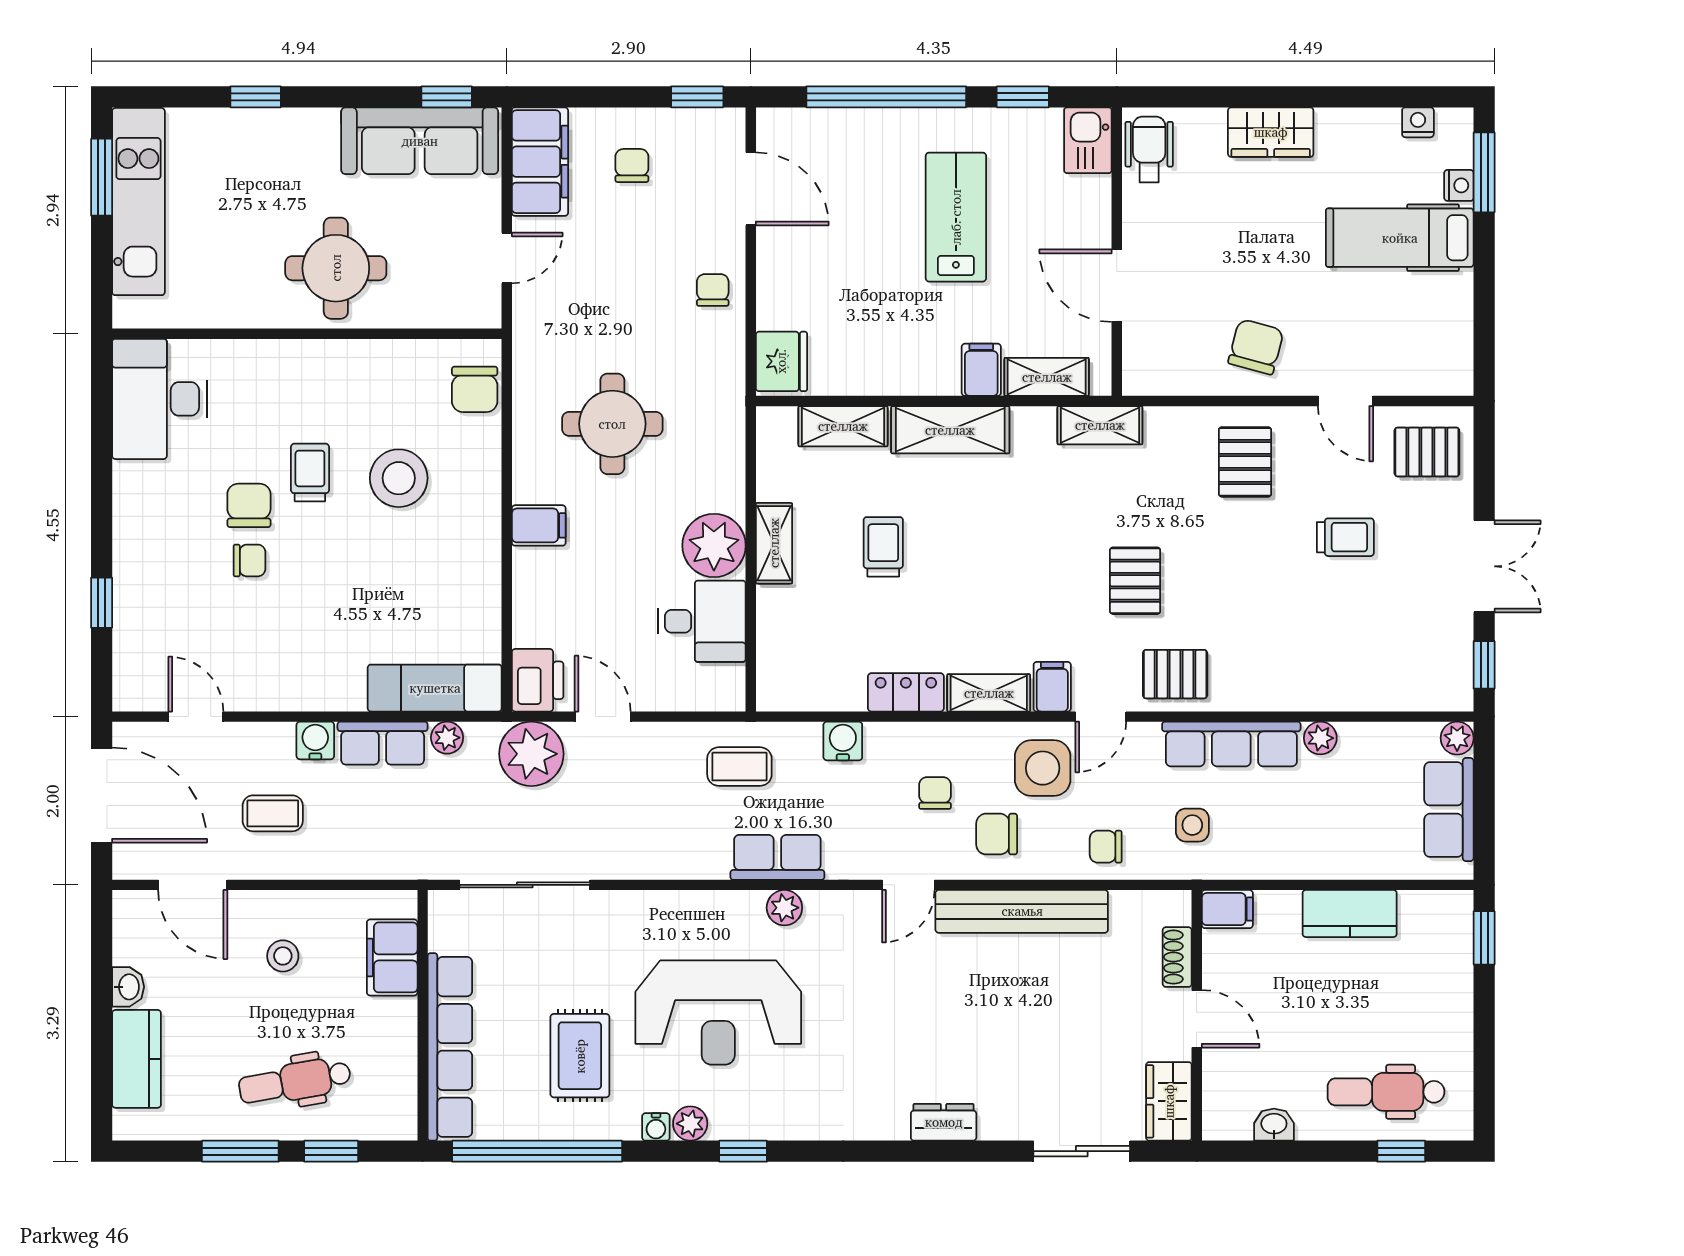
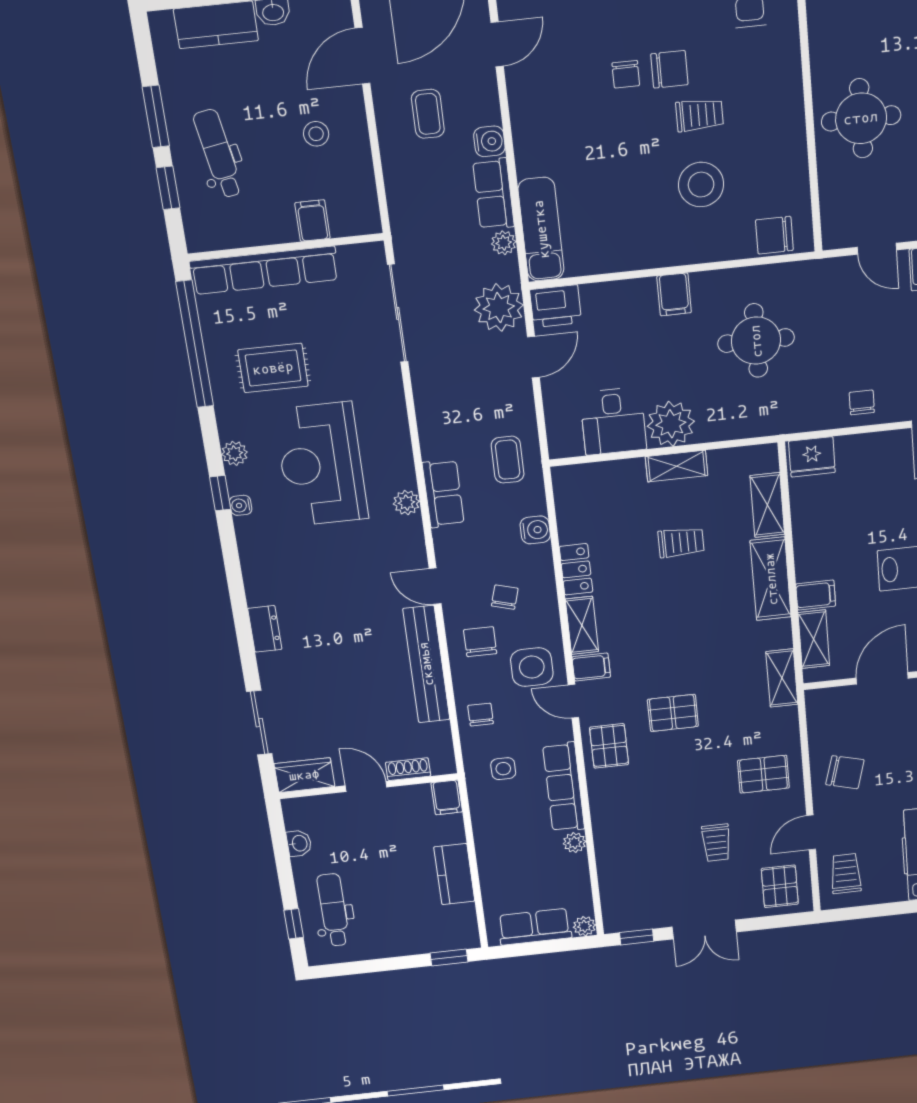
chair: (713, 290) -> (862, 402), turned -90
trolley: (1418, 356) -> (846, 874), added
chair: (935, 793) -> (505, 597), turned -74
filing cabinet: (392, 957) -> (312, 221), width x0.50
door: (1197, 1019) -> (366, 786), swing flipped
water cooler: (656, 1127) -> (241, 505), moved

